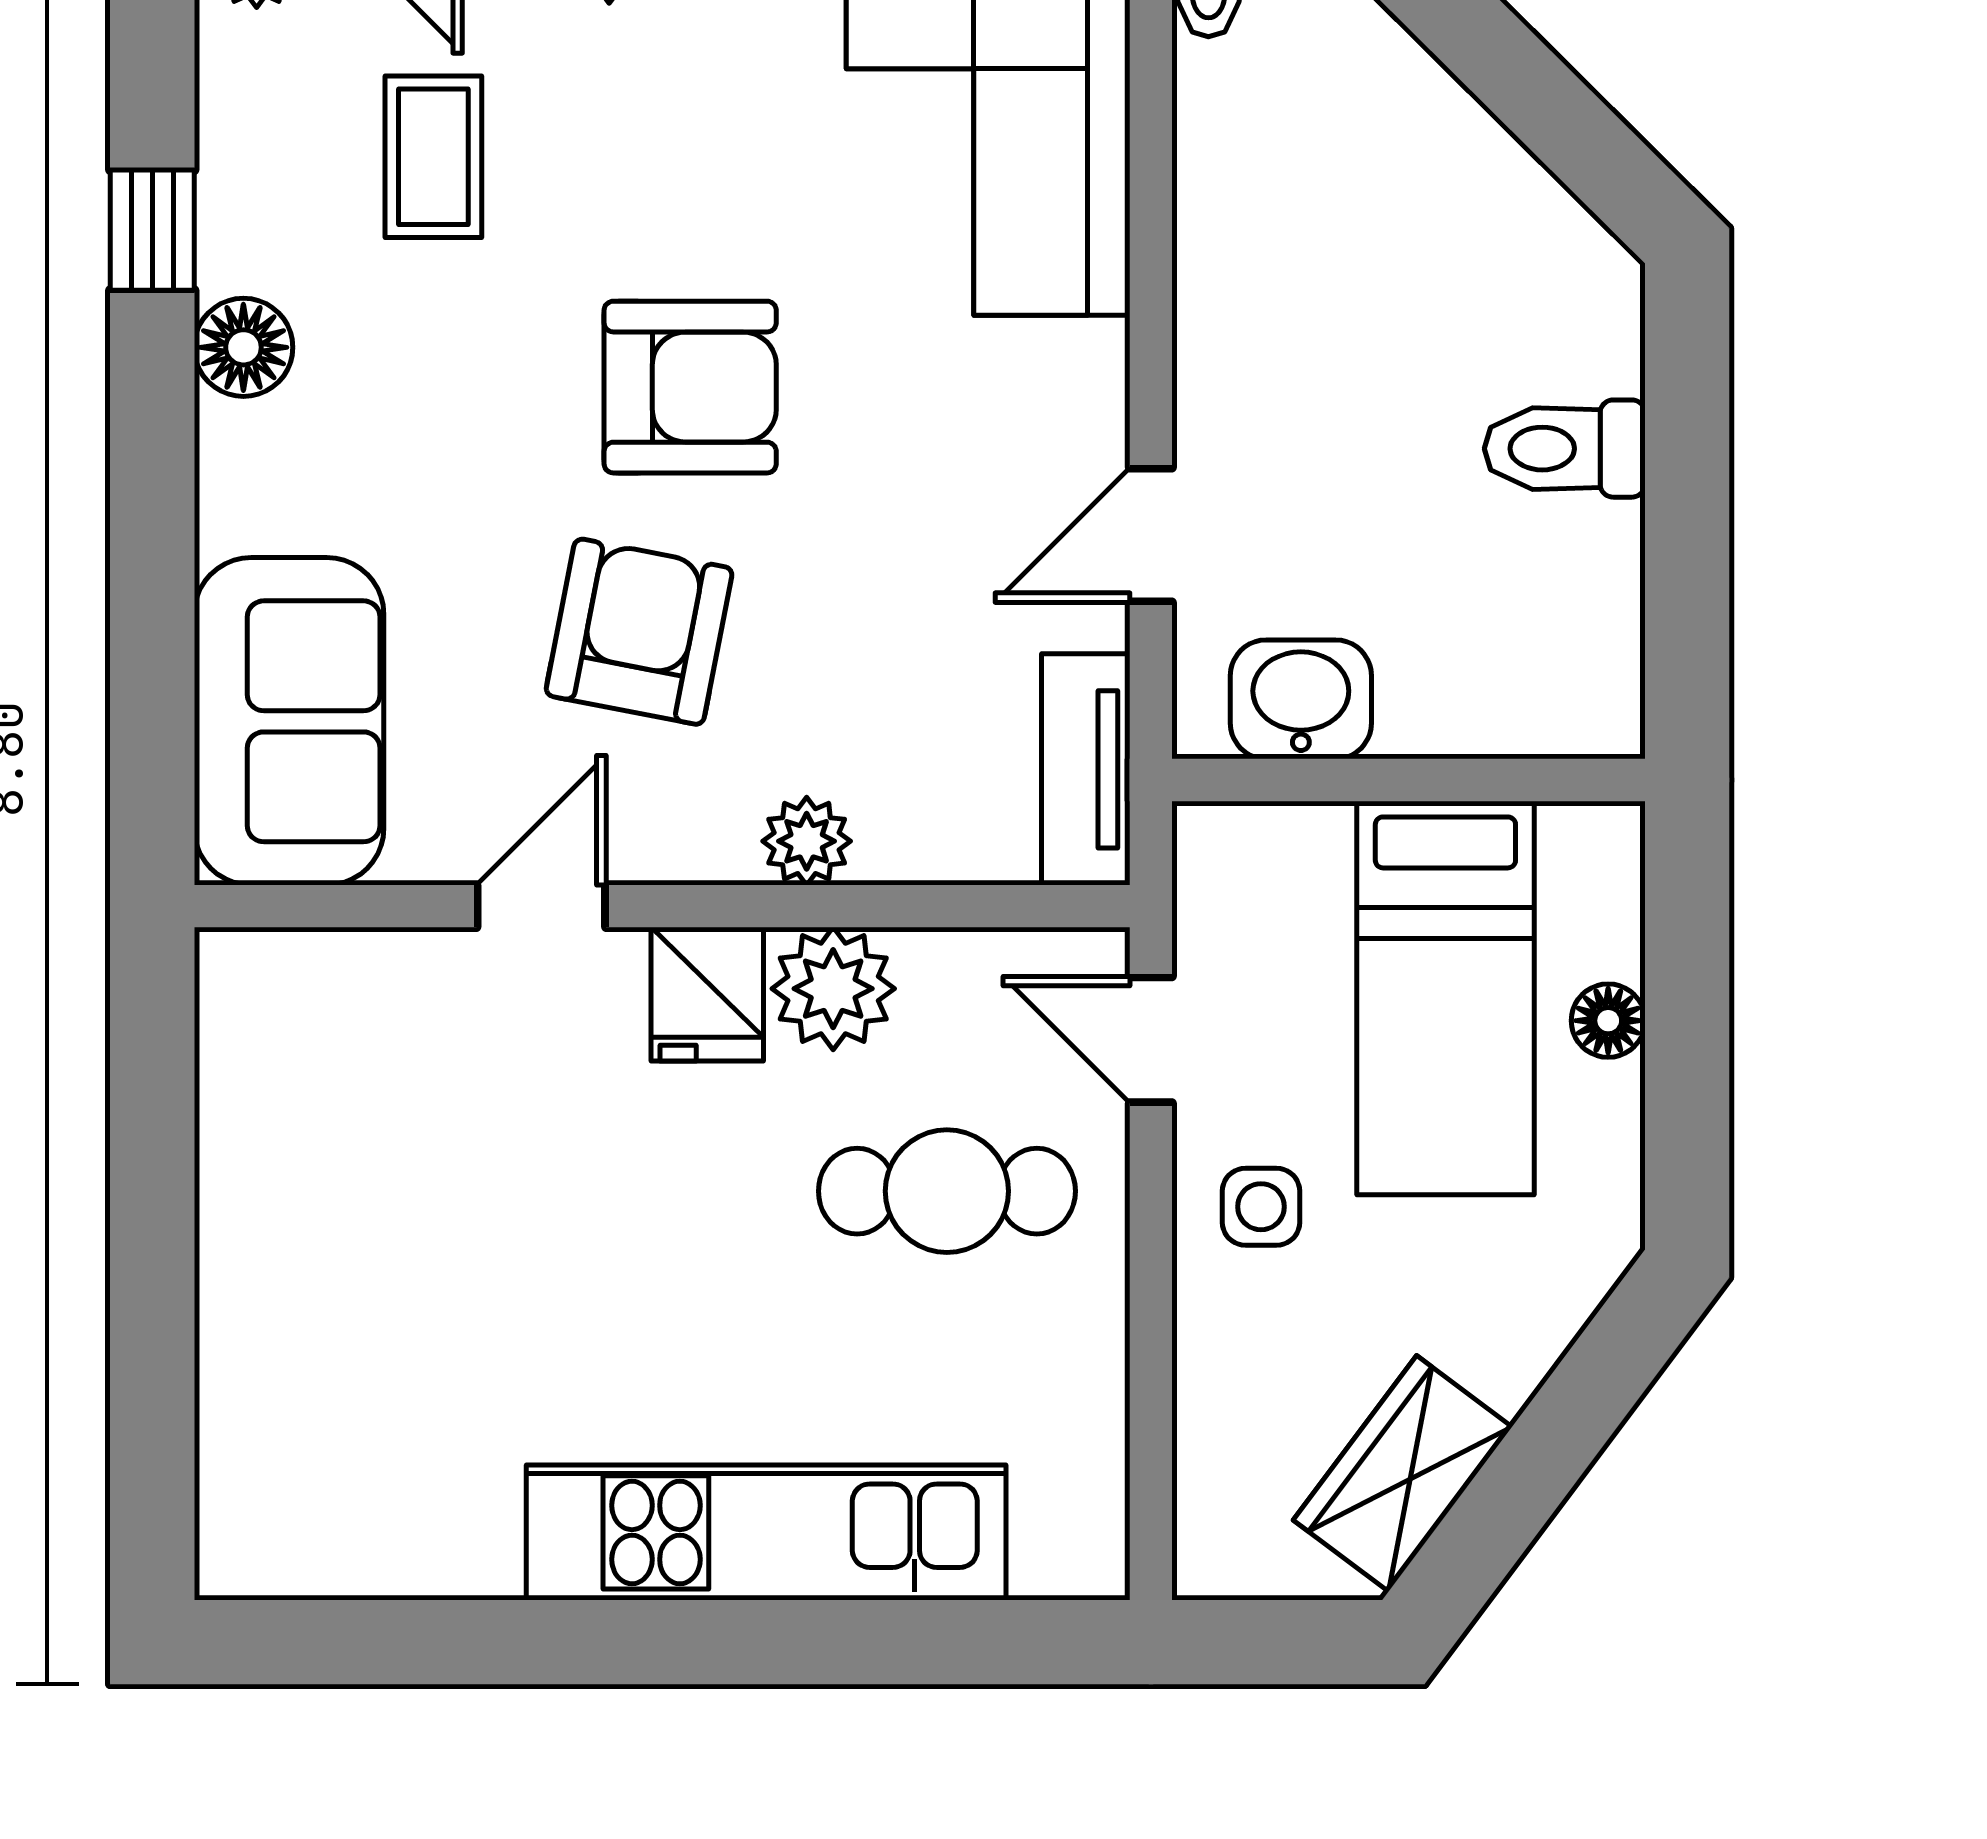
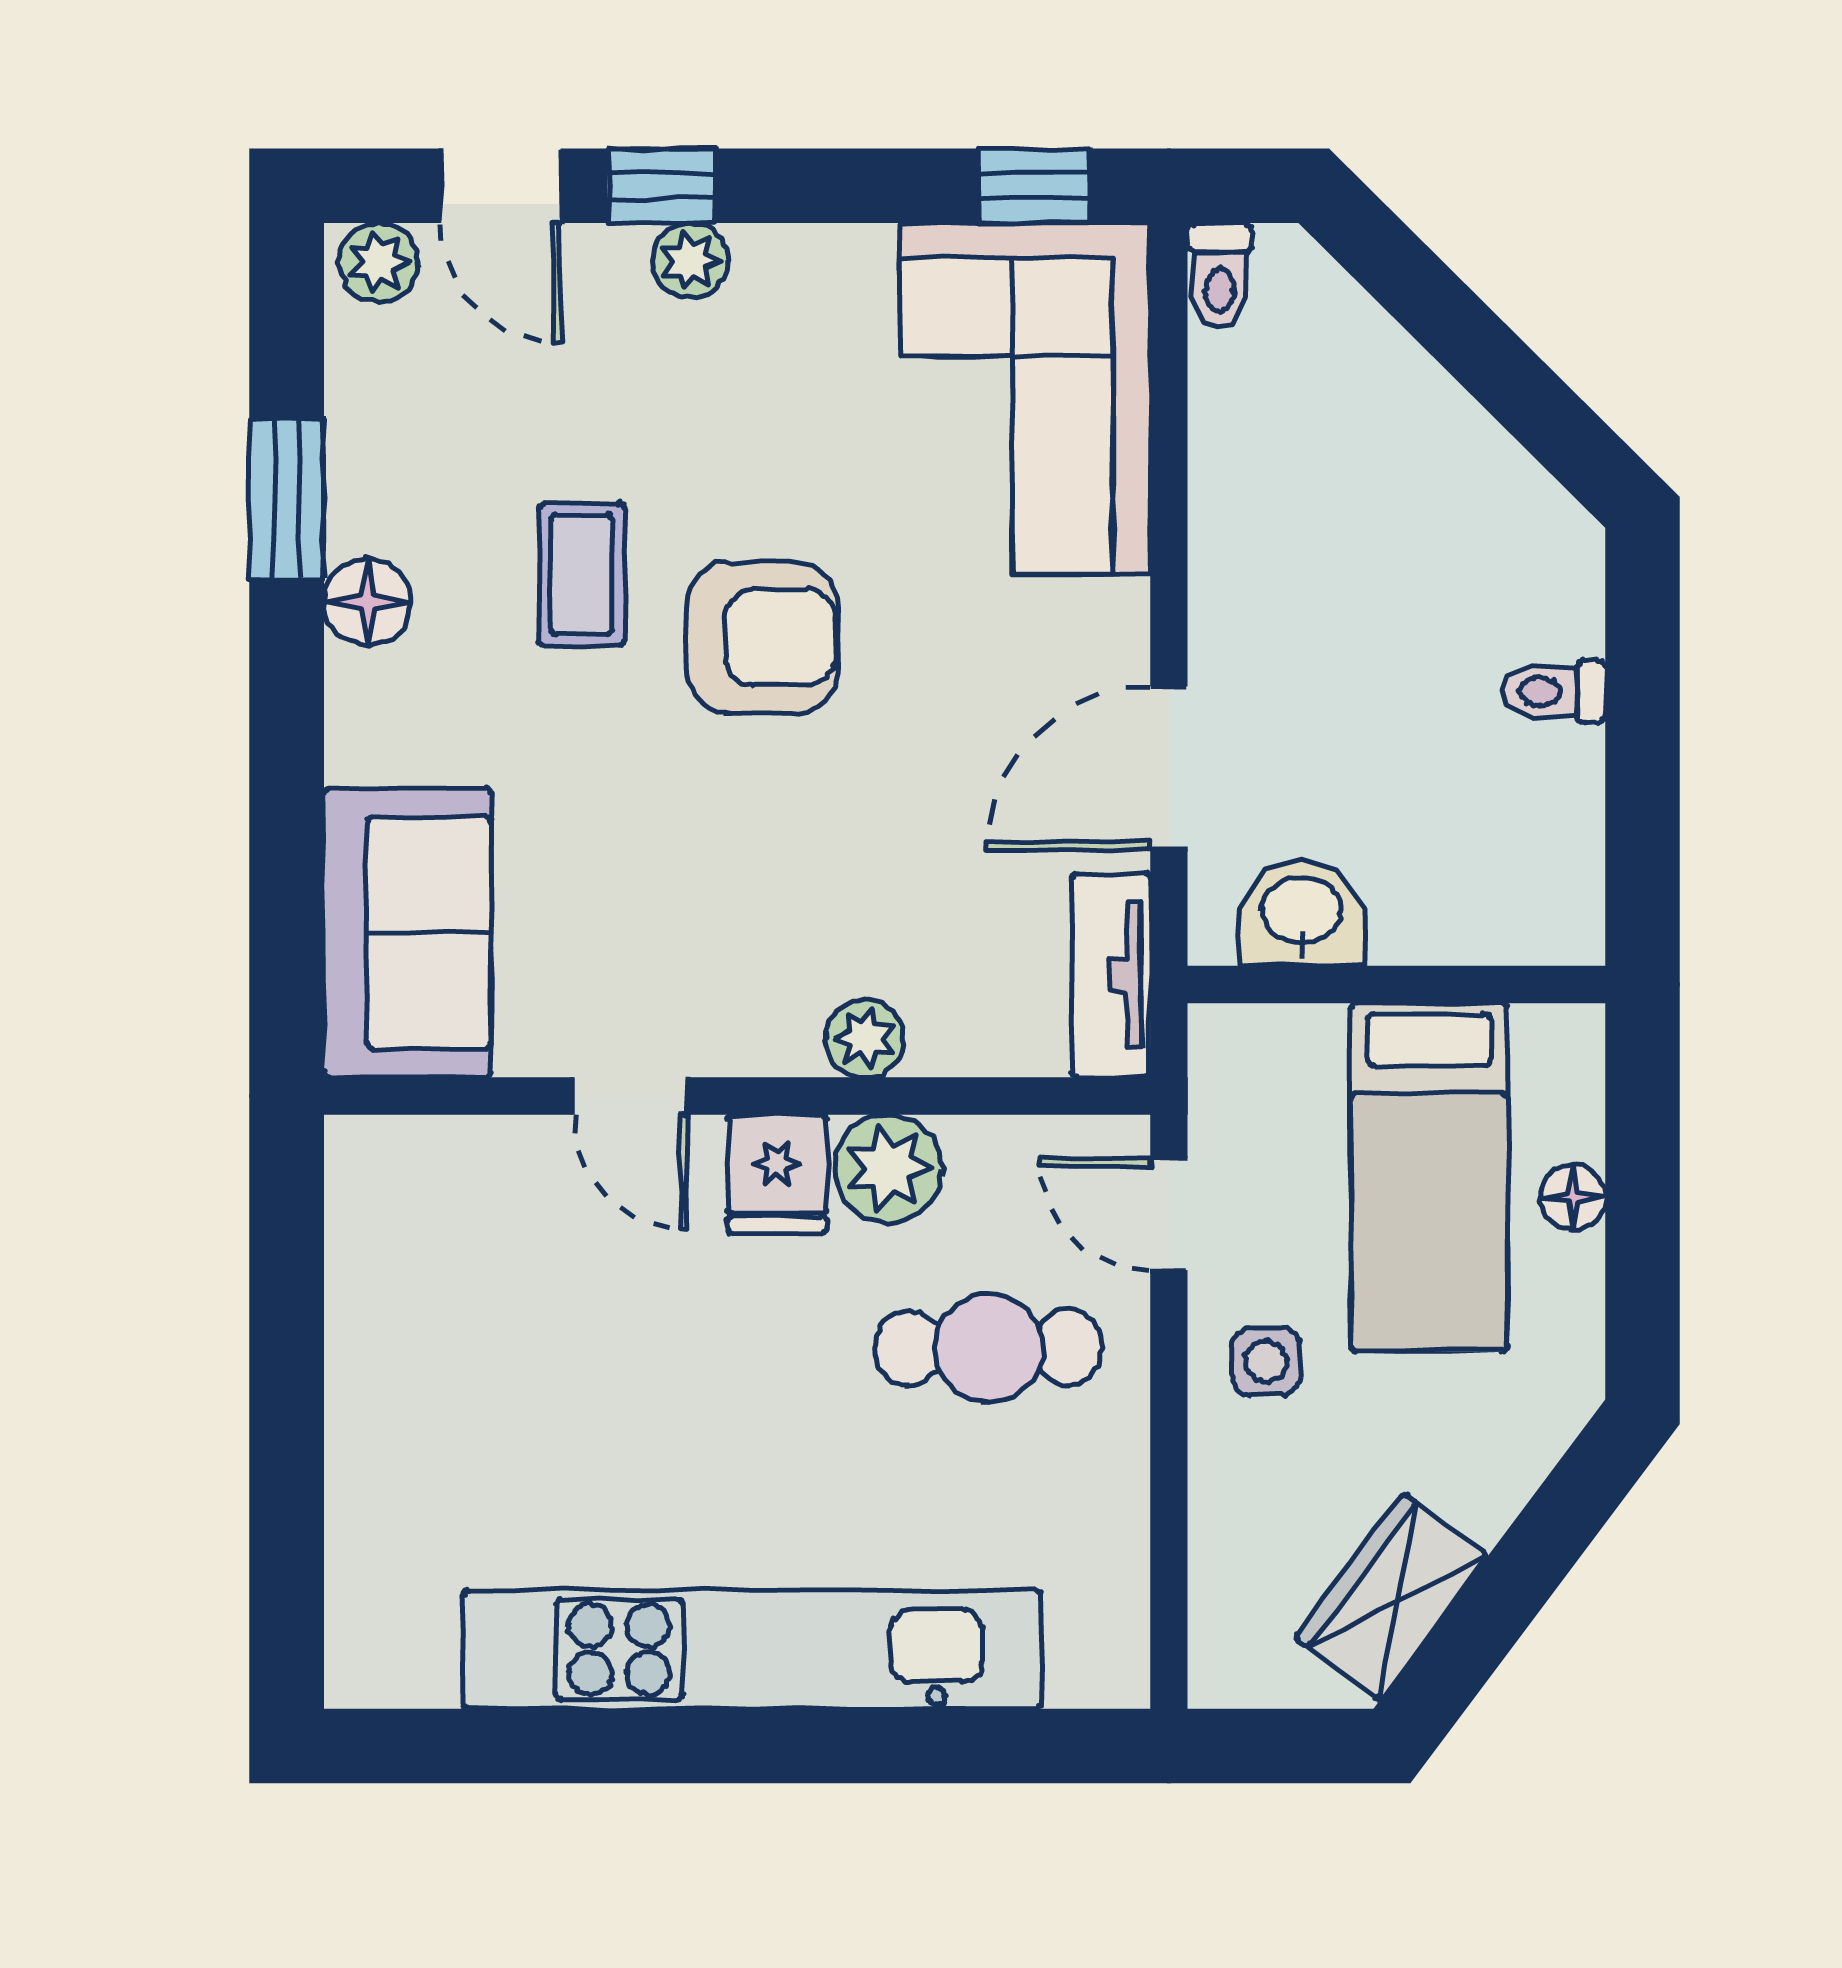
coffee table: (433, 157) -> (582, 575), moved
window: (152, 230) -> (287, 499), width x1.50
toilet: (1565, 449) -> (1554, 692), width x0.73, depth x0.72
door: (1151, 535) -> (1169, 768), width x1.38
armchair: (639, 632) -> (717, 853), removed
door: (541, 906) -> (630, 1096), swing flipped
kitchen unit: (766, 1532) -> (752, 1649), width x1.36

